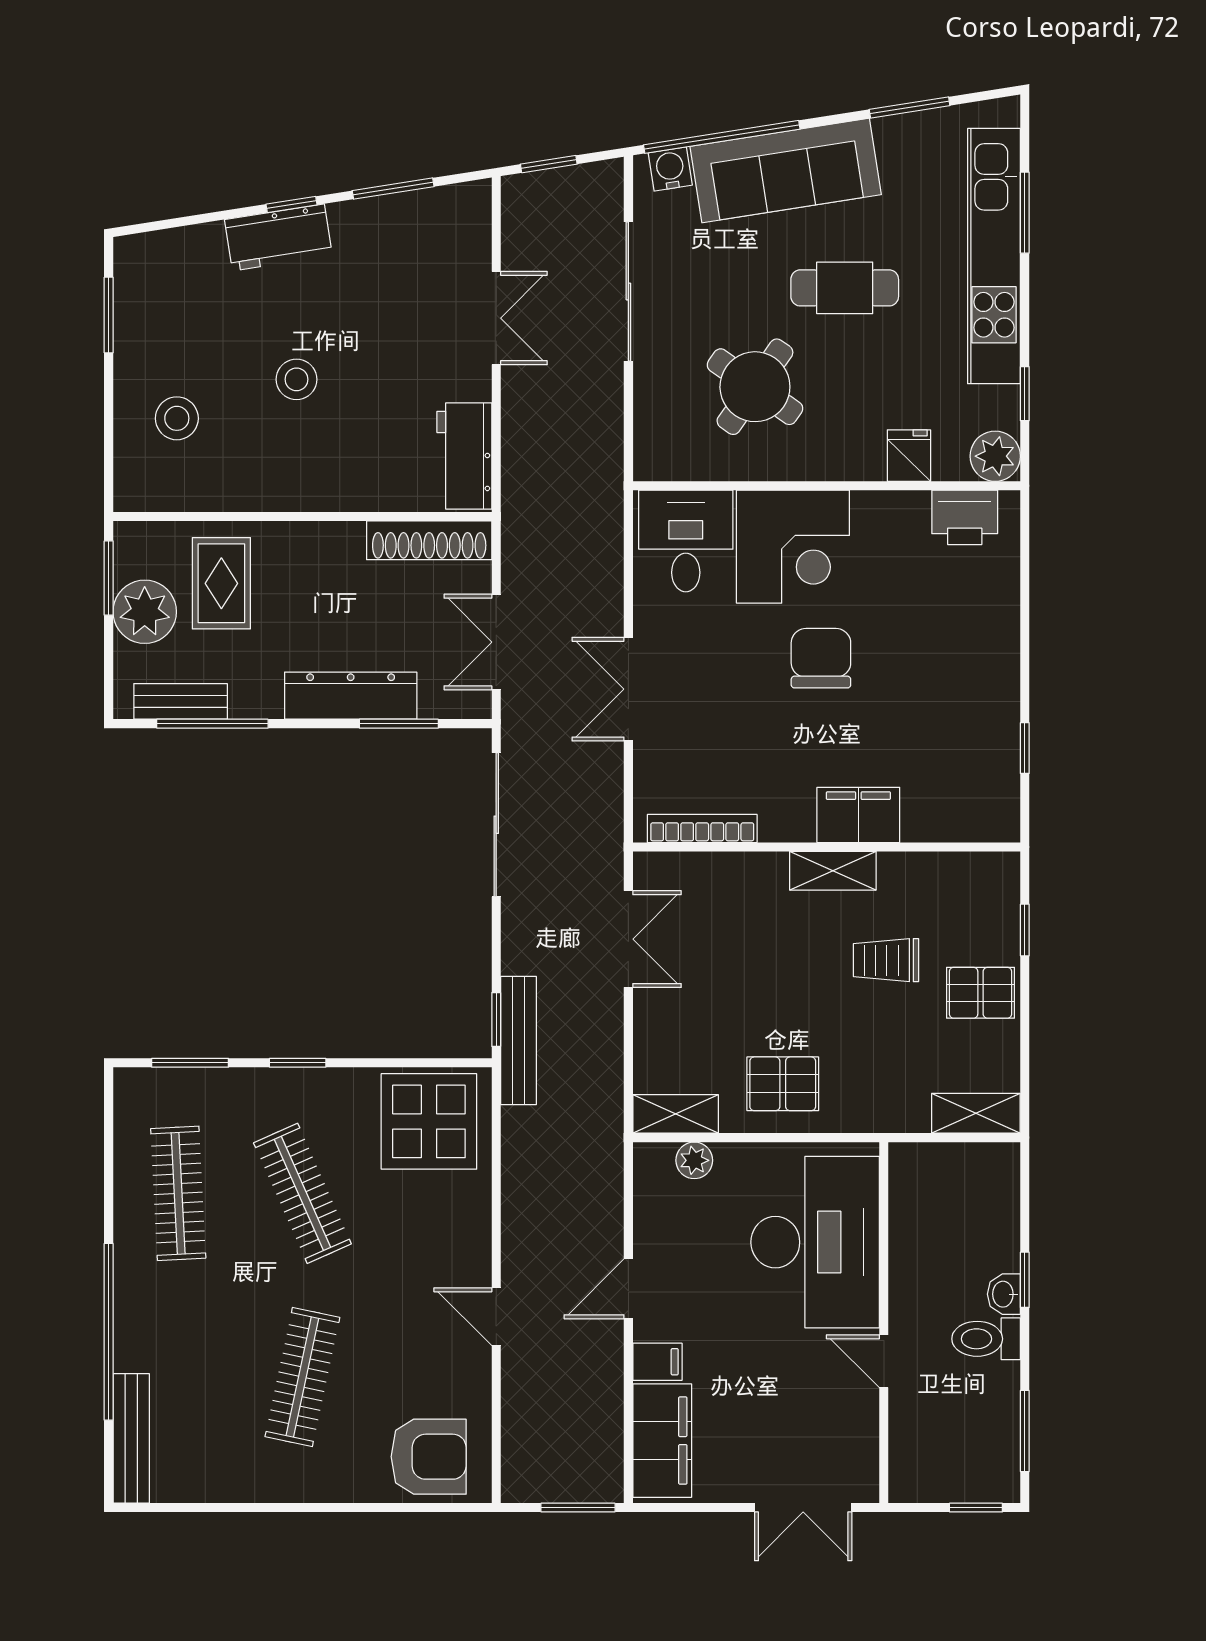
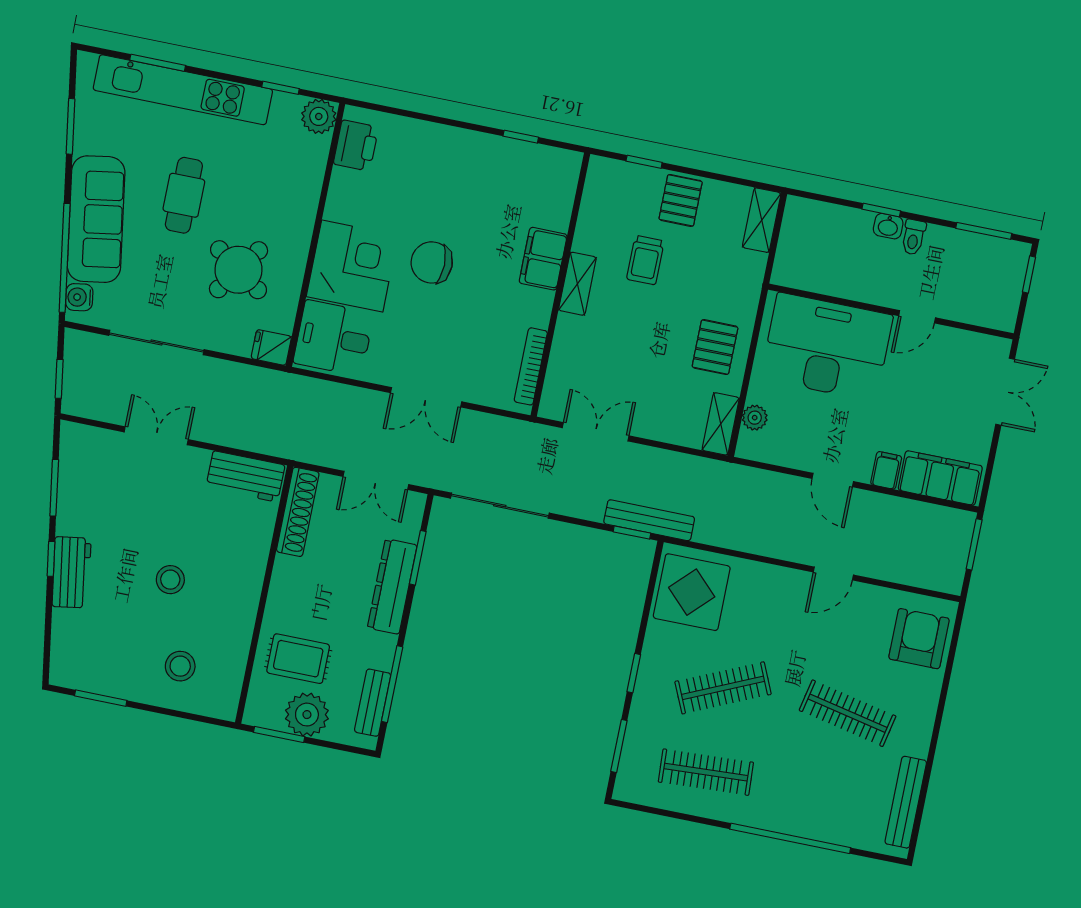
fridge: (909, 456) -> (271, 347), moved
toilet: (986, 1339) -> (913, 237), width x0.73, depth x0.72
bench: (131, 1438) -> (906, 802), moved, turned 90

